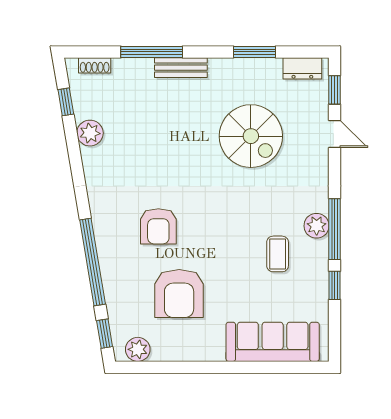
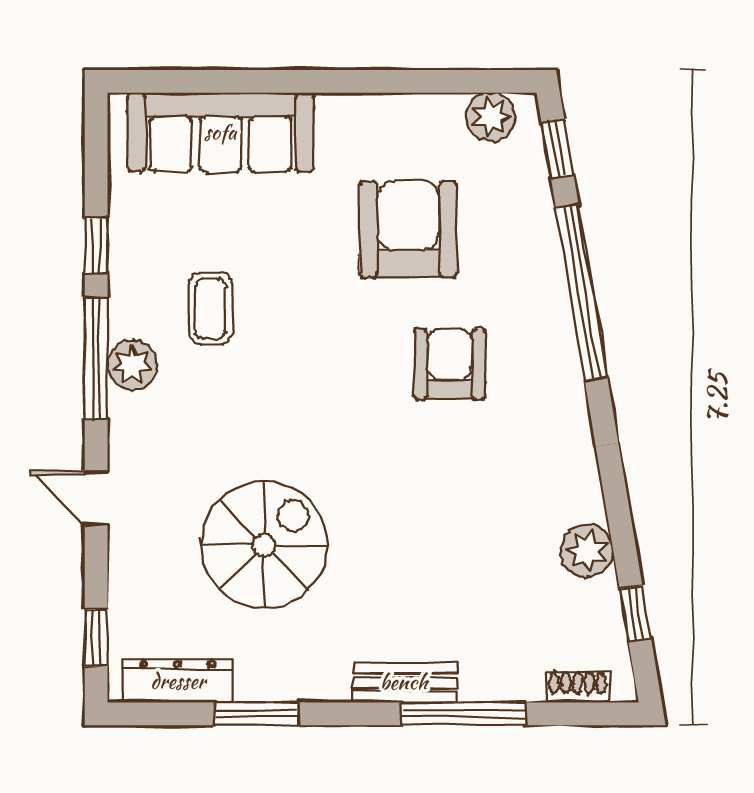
dresser: (302, 68) -> (178, 681), width x1.44
door: (335, 134) -> (96, 498), moved
spiral stairs: (251, 136) -> (264, 545), turned 90

